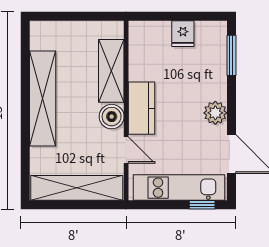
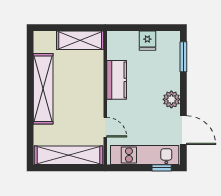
shelving: (111, 71) -> (80, 40), moved, turned 90
kitchen counter: (141, 108) -> (117, 80), moved
boiler: (112, 117) -> (94, 102), removed

